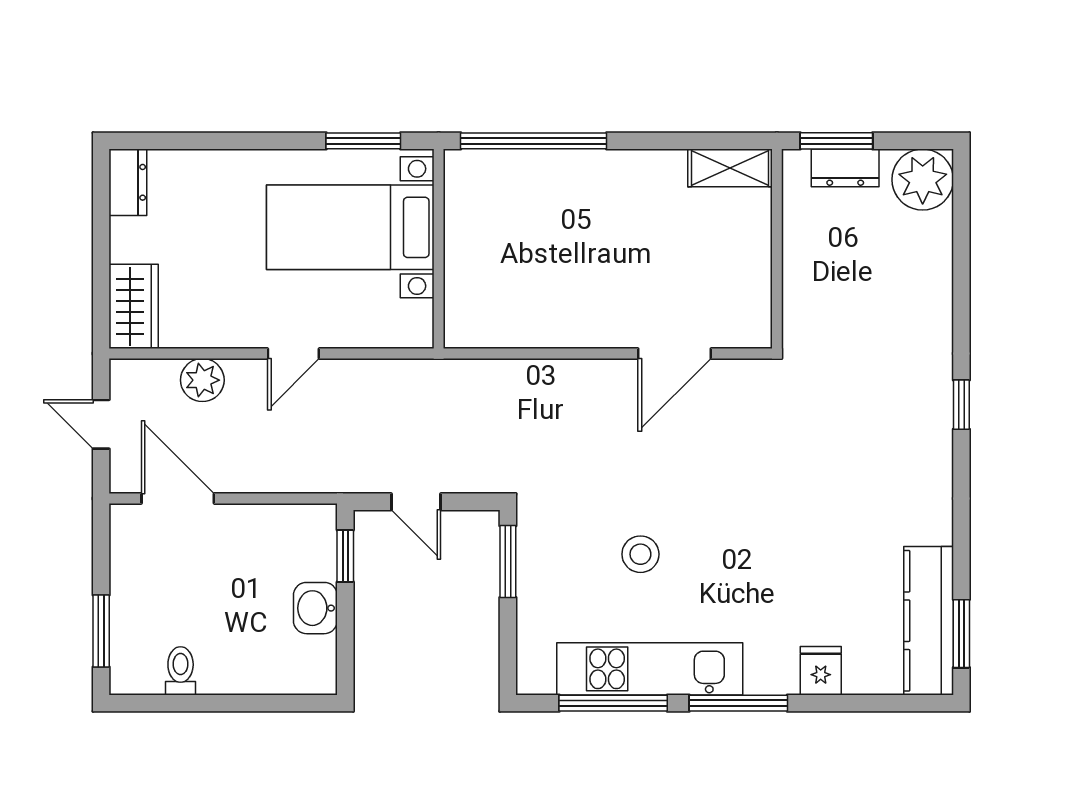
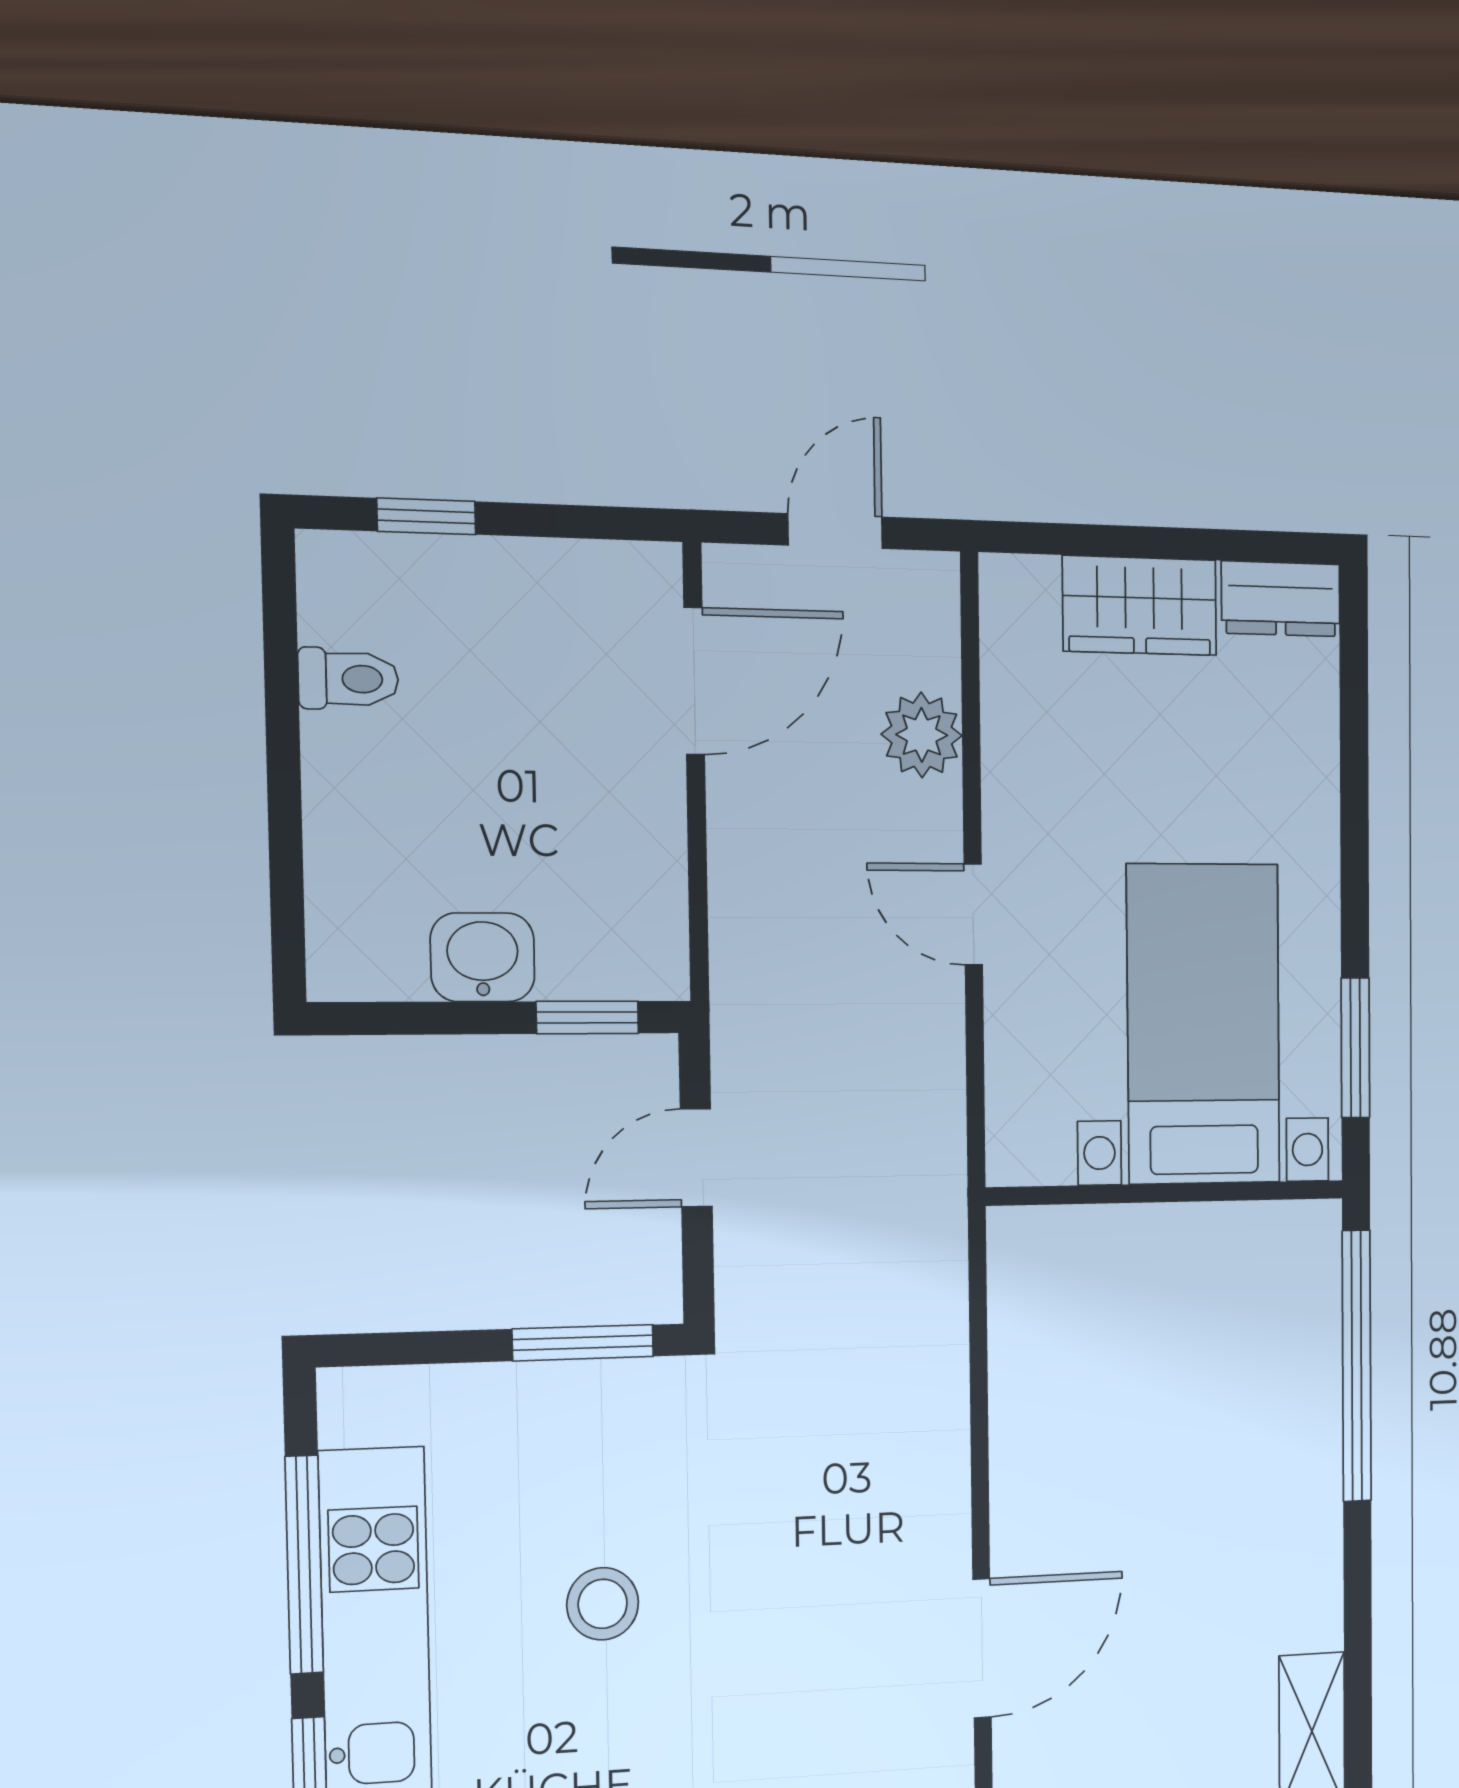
wardrobe: (134, 306) -> (1140, 606), moved
door: (674, 354) -> (982, 1648), swing flipped
window: (101, 631) -> (426, 516), width x0.67

